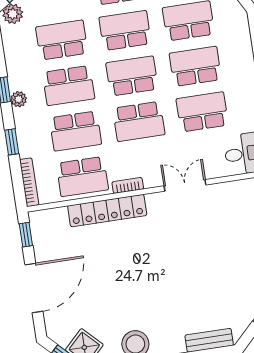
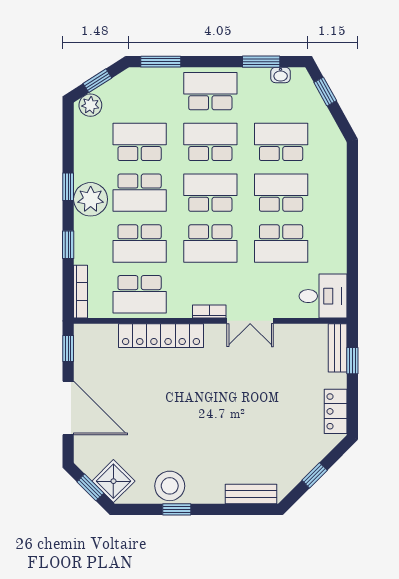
plant: (19, 99) -> (91, 199), width x1.88, depth x1.88
school desk: (202, 112) -> (281, 243), turned 180
bookcase: (128, 185) -> (209, 312), moved
double door: (185, 185) -> (250, 321), swing flipped
door: (34, 288) -> (68, 408), hinge flipped

